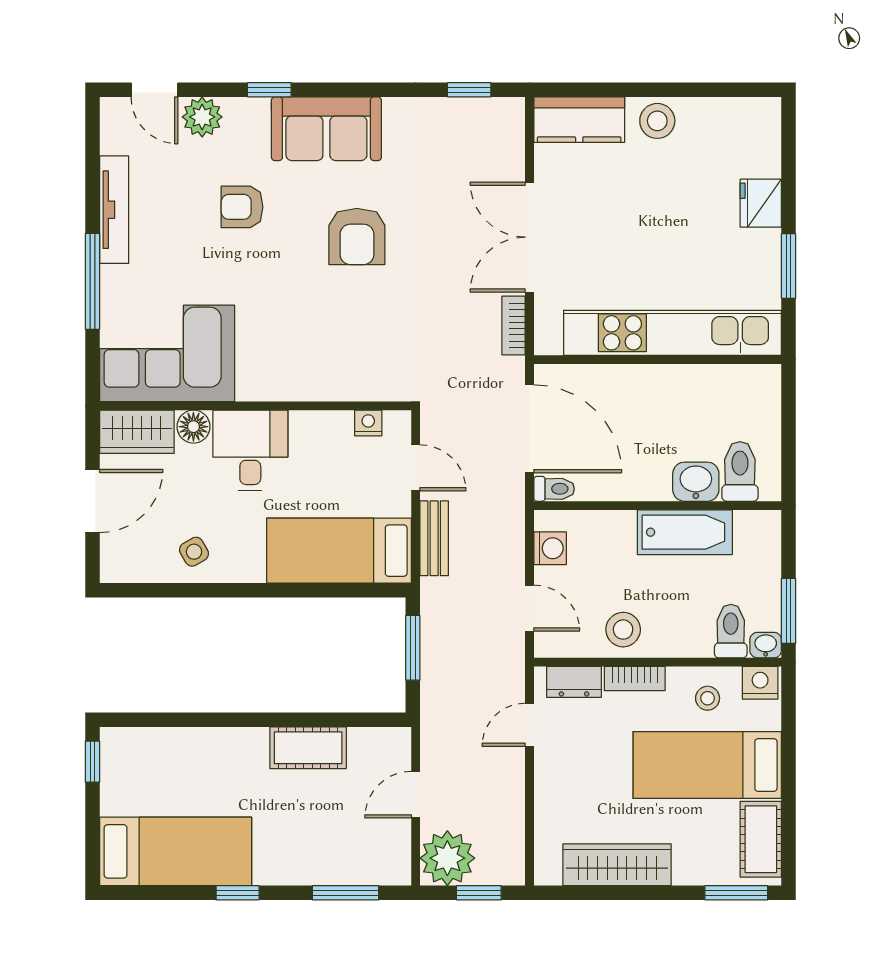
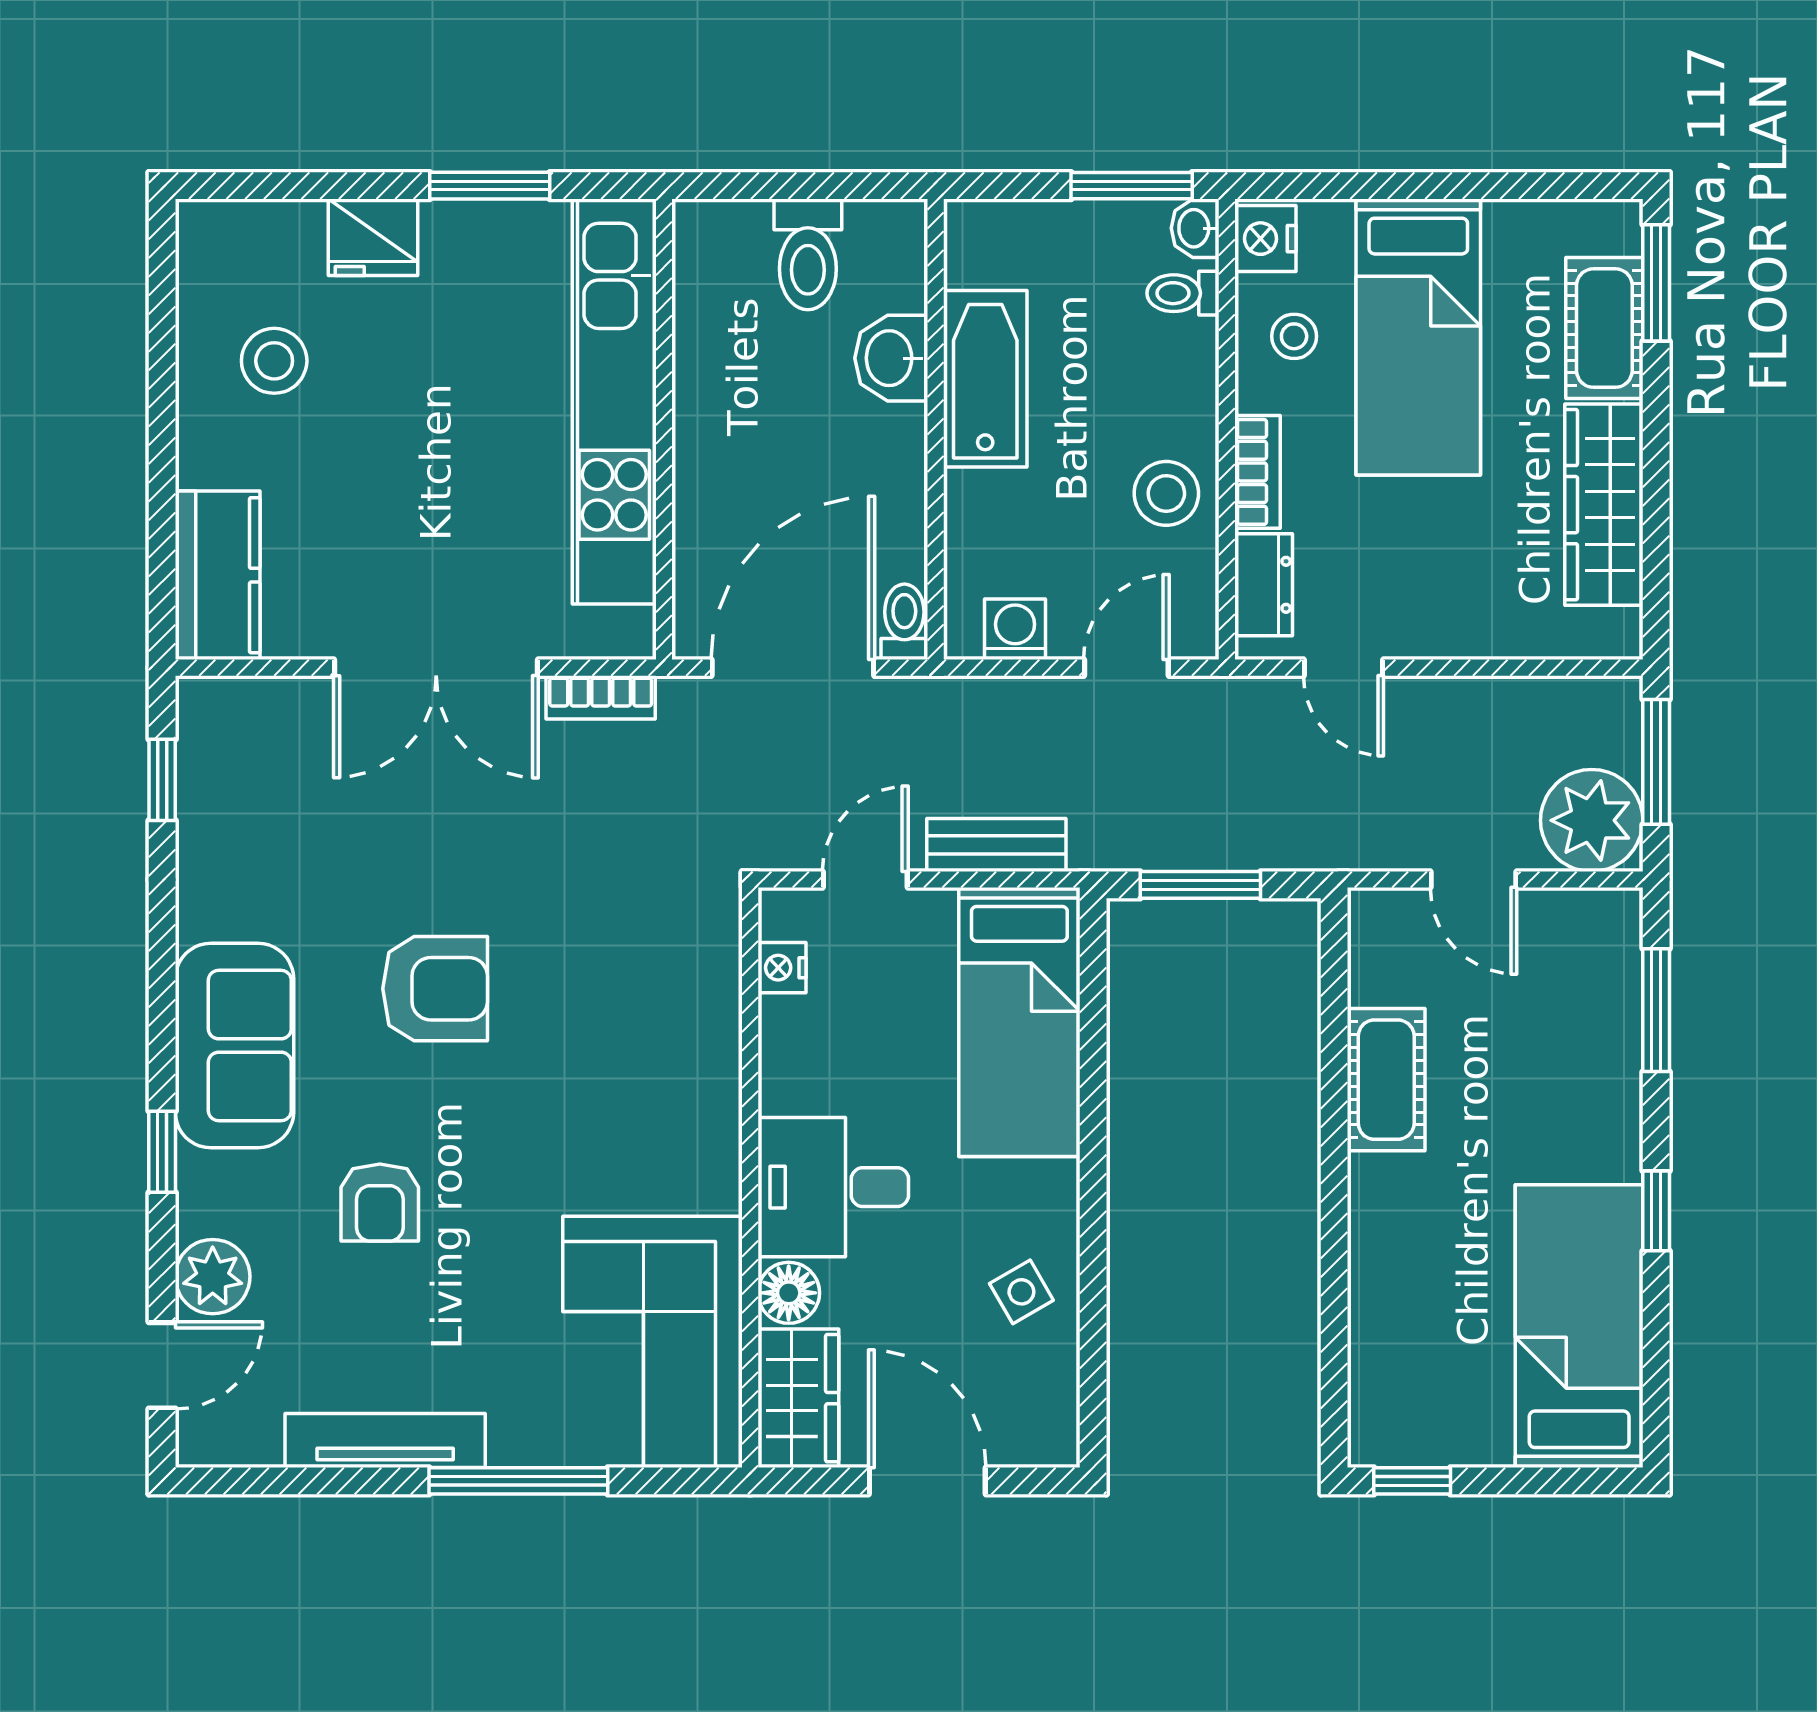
stool: (657, 121) -> (274, 361), moved
toilet: (740, 471) -> (808, 254), moved, turned -90
toilet: (731, 631) -> (1183, 293), width x0.73, depth x0.72
cot: (761, 839) -> (1604, 328), moved, turned 90
window: (479, 893) -> (1656, 762), width x1.50

